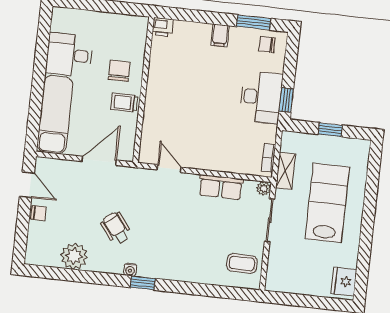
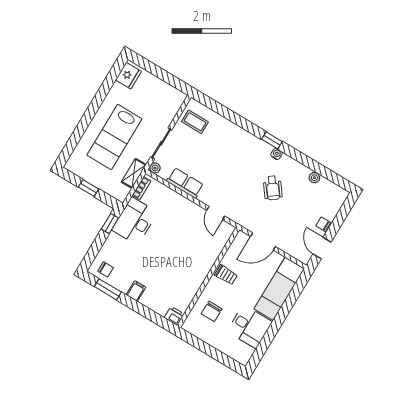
chair: (119, 71) -> (212, 311), moved
desk: (261, 97) -> (135, 221), moved
plant: (74, 256) -> (314, 178), width x0.53, depth x0.53

